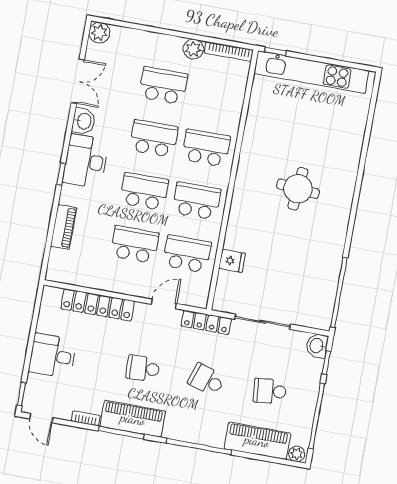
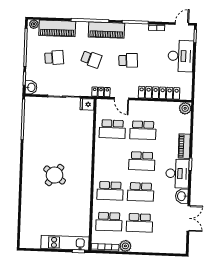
plant: (99, 33) -> (185, 108), moved
kitchen unit: (311, 72) -> (65, 243), width x0.73
double door: (78, 81) -> (188, 218), swing flipped
round table: (298, 189) -> (55, 175), turned 31
school desk: (197, 201) -> (109, 222), moved
piano: (64, 227) -> (184, 146), moved
fridge: (232, 261) -> (87, 104), moved
door: (164, 304) -> (121, 99), hinge flipped
locker: (206, 322) -> (101, 92), width x0.66
desk: (52, 356) -> (181, 56), width x1.37
door: (41, 418) -> (182, 24), hinge flipped
piano: (133, 419) -> (106, 30), moved

